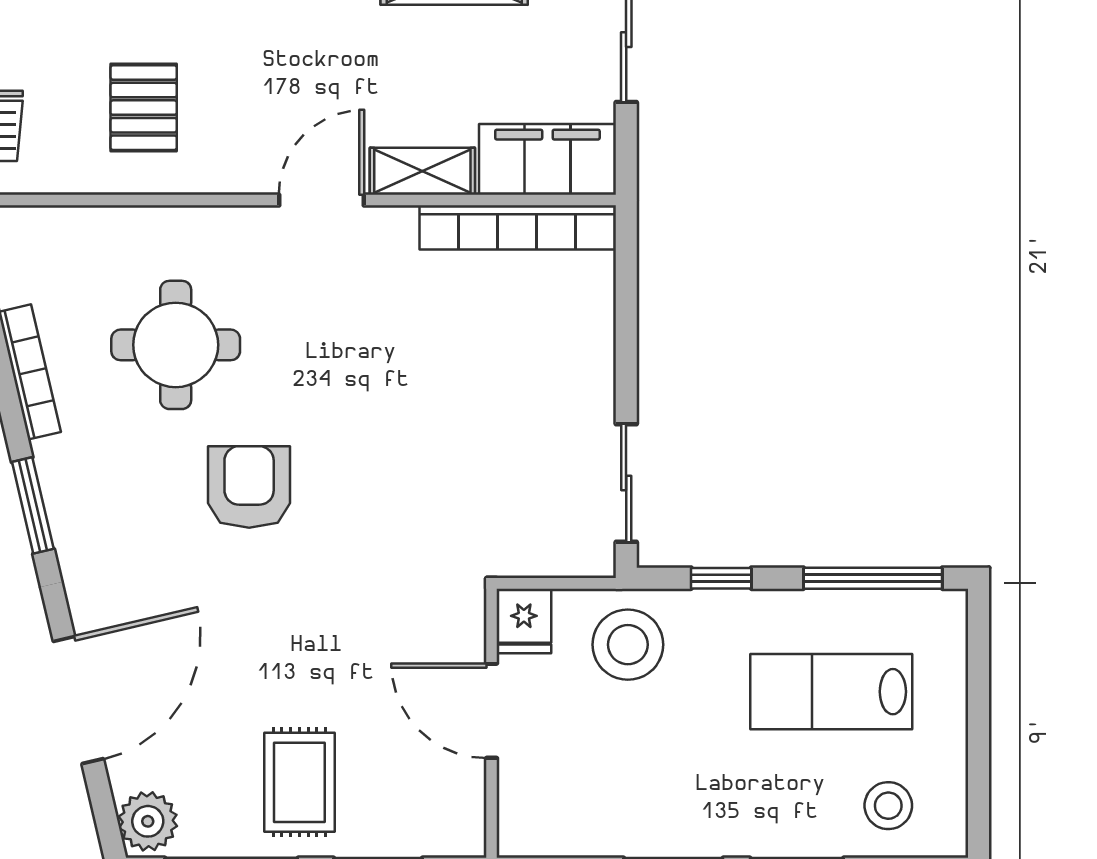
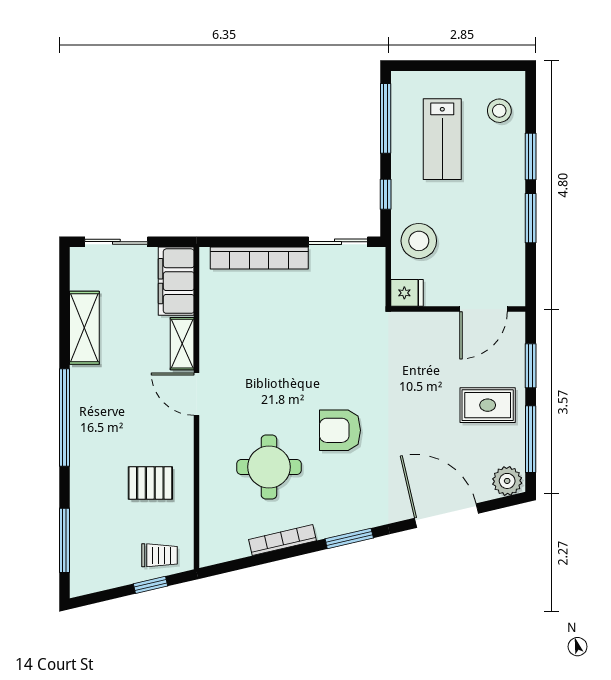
bookcase: (517, 227) -> (259, 258), moved, turned 90
door: (492, 711) -> (484, 309), moved

